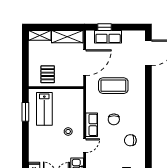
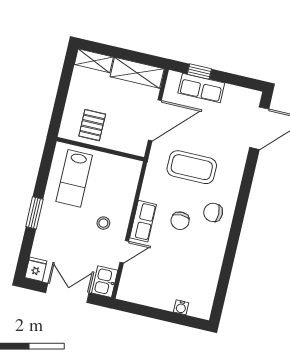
window: (25, 112) -> (34, 213), moved
chair: (130, 140) -> (213, 212), moved

